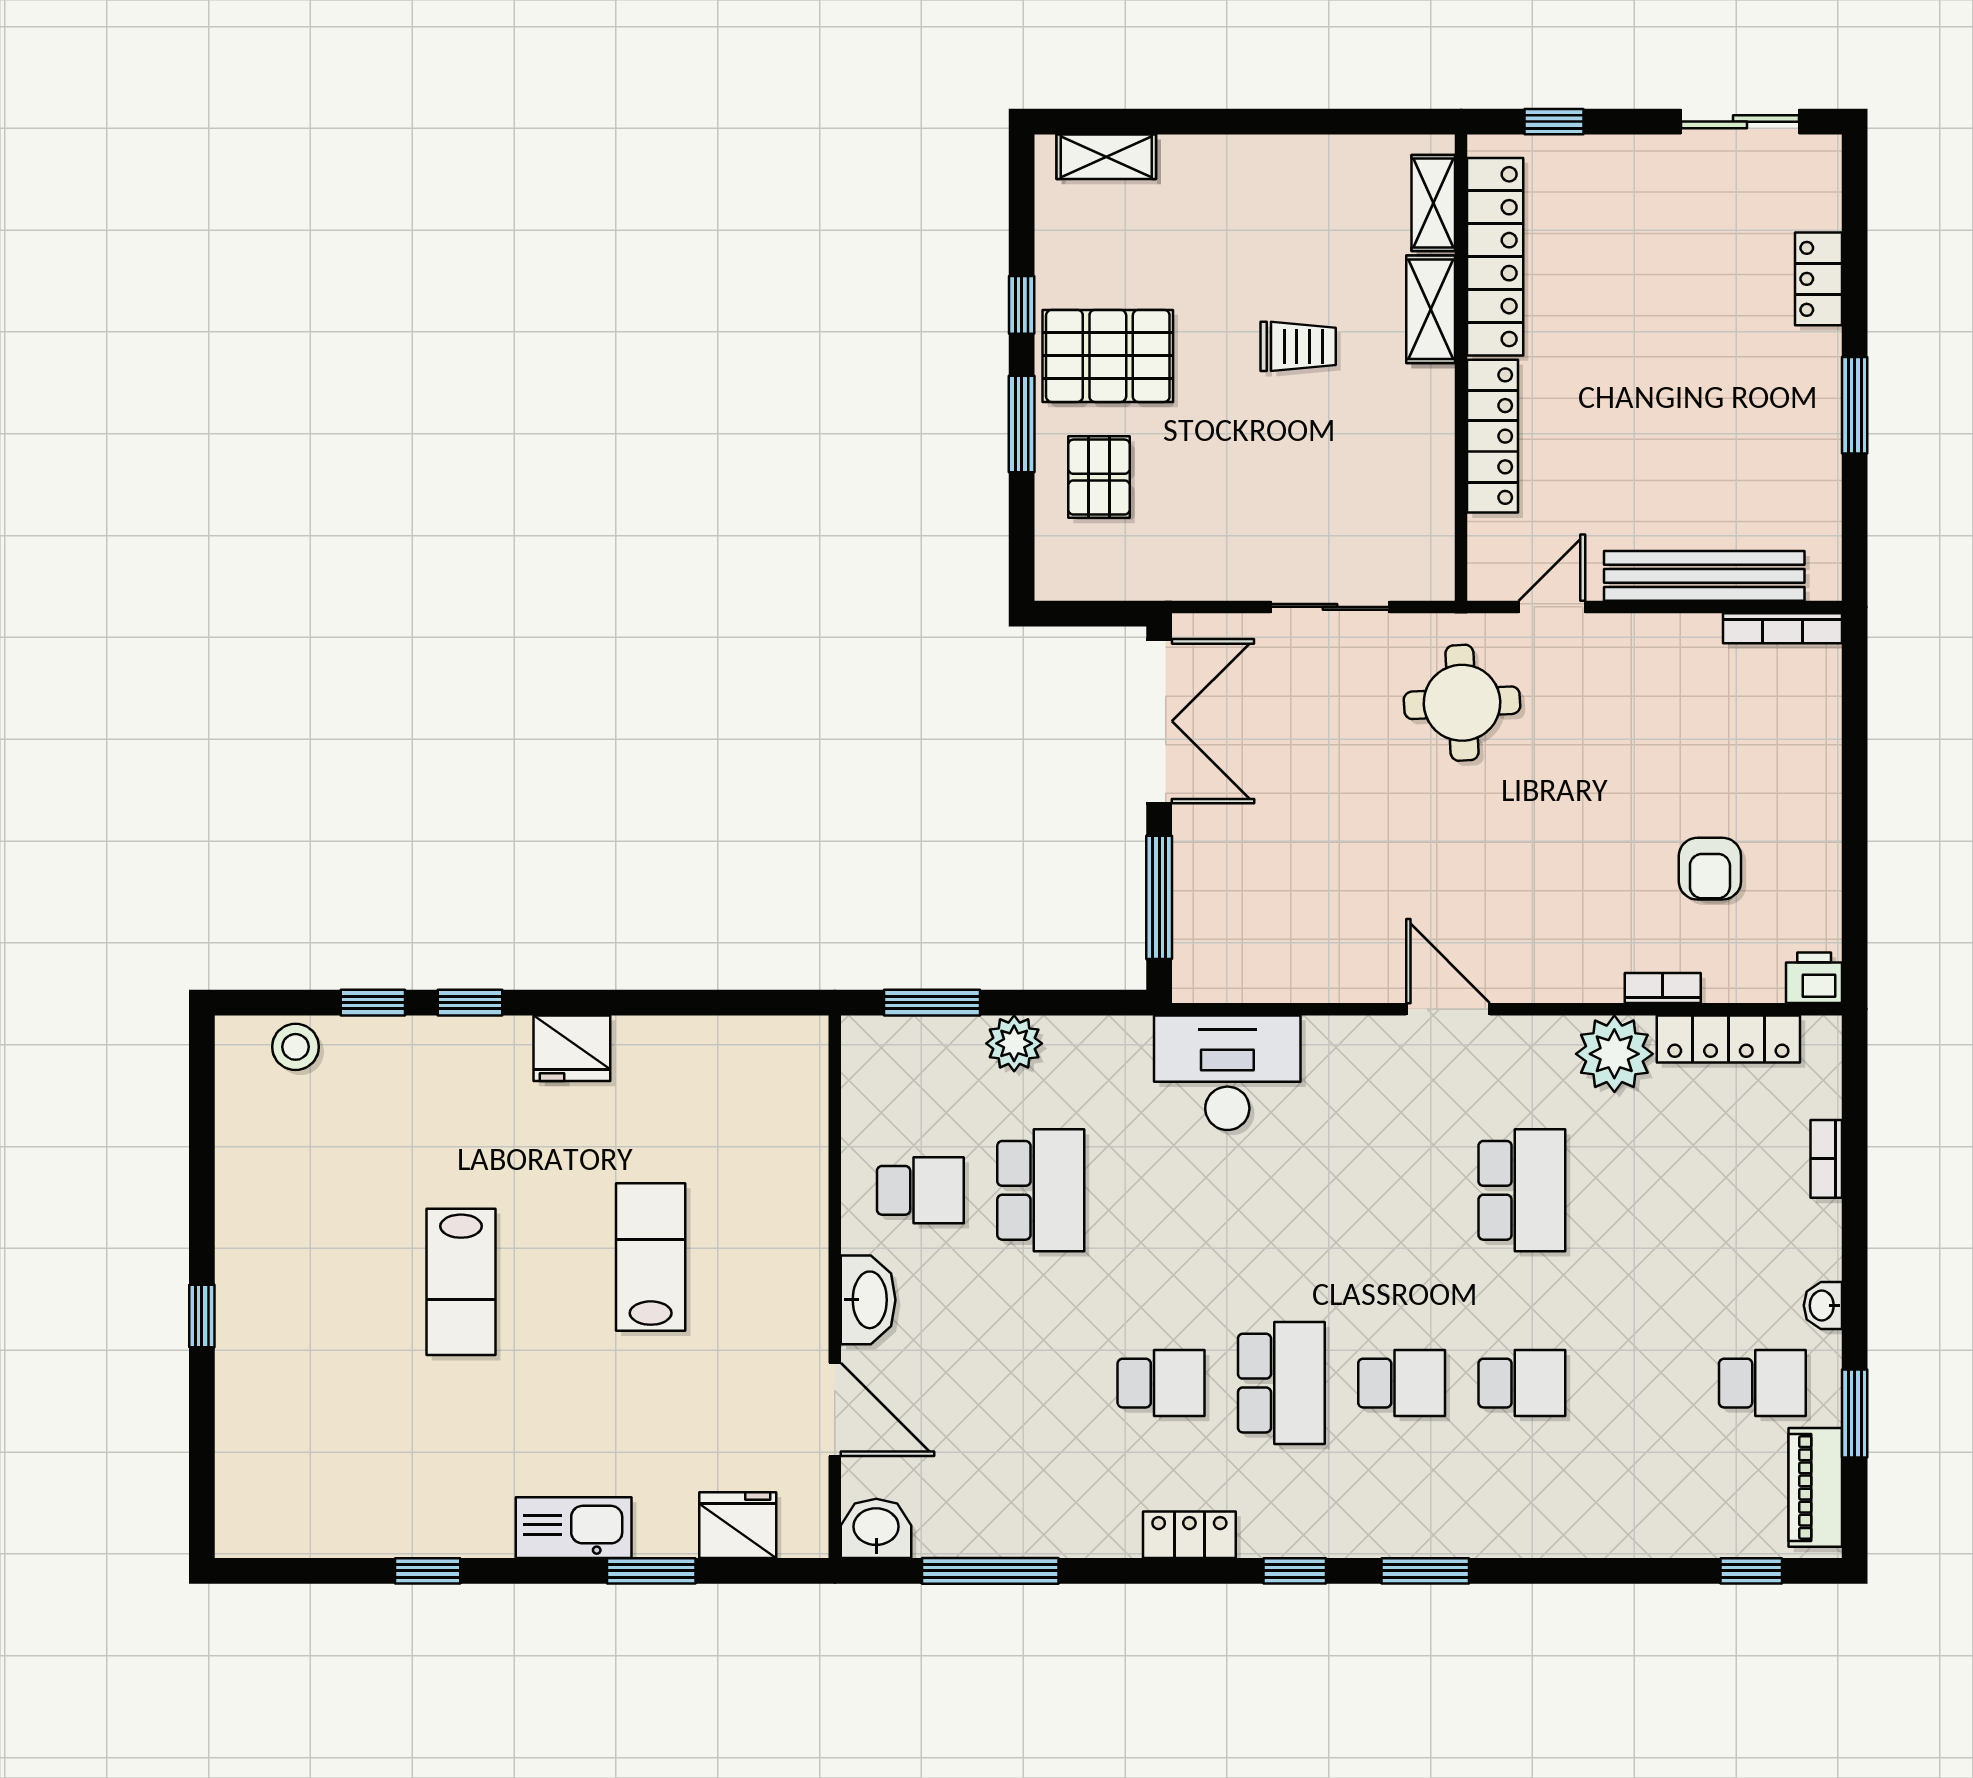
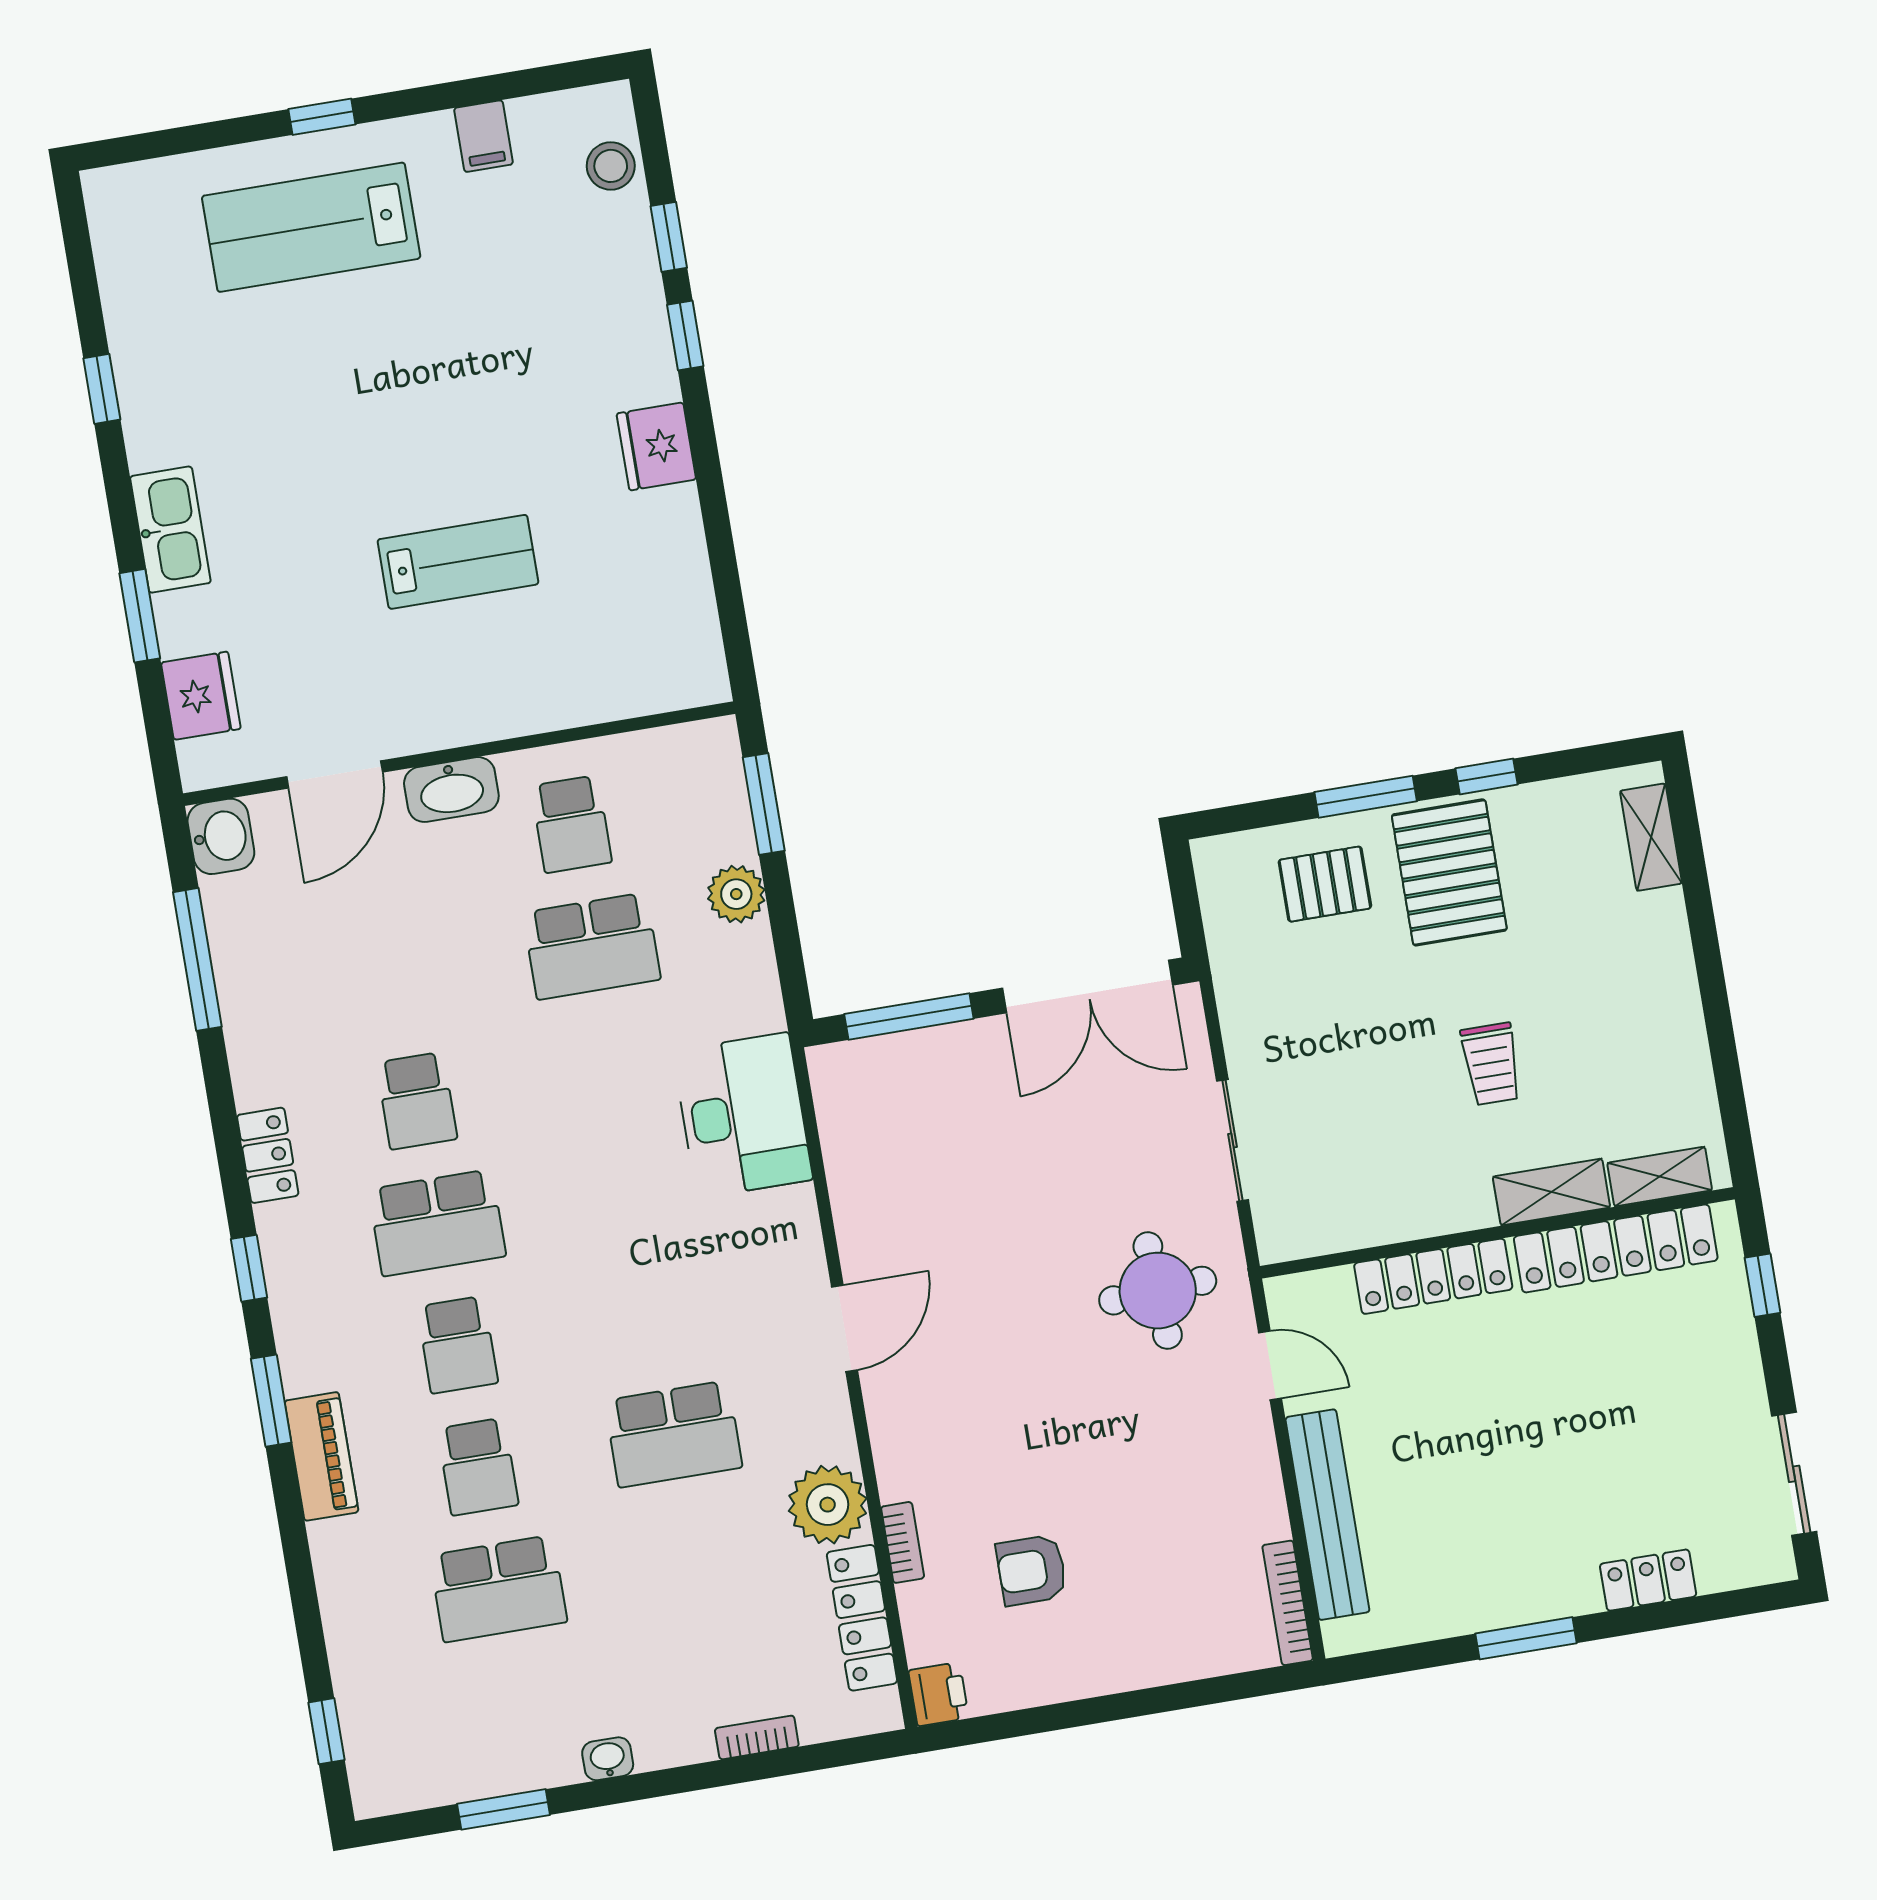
filing cabinet: (246, 1164) -> (483, 136), added
lab bench: (461, 1282) -> (311, 227), moved, width x1.36, depth x1.39
school desk: (1762, 1383) -> (498, 1589), moved, width x1.85
piano: (1815, 1487) -> (322, 1456), moved, turned 90

